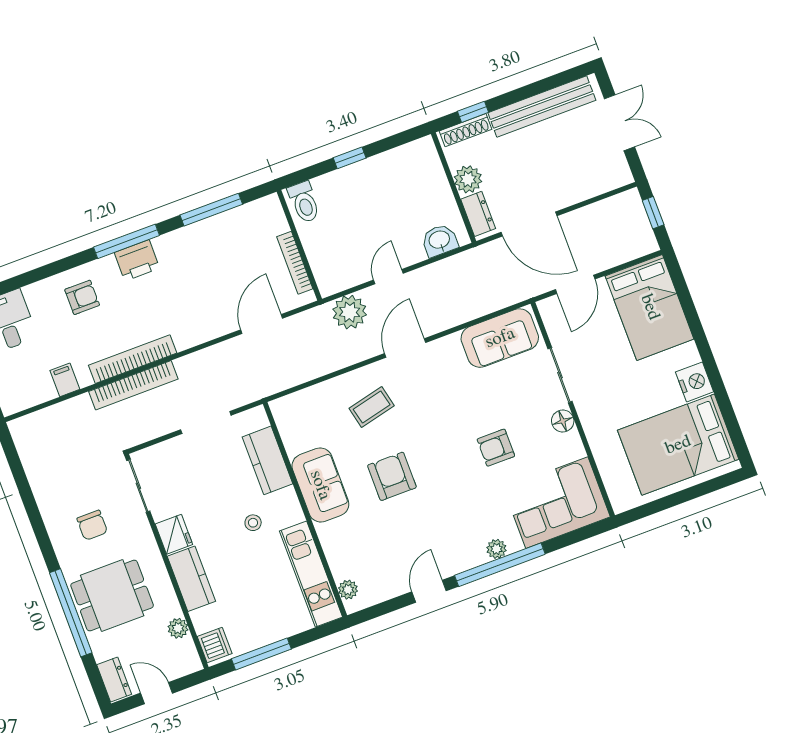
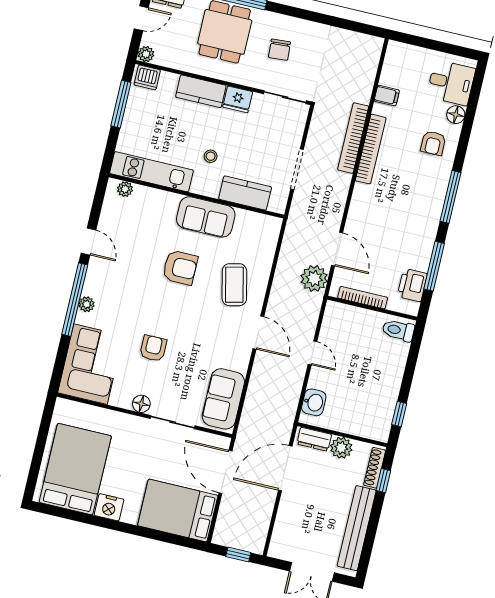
window: (350, 158) -> (399, 414), moved
printer: (137, 260) -> (412, 285), moved
door: (575, 284) -> (225, 472), width x1.36
floor lamp: (36, 294) -> (456, 115), added
plant: (350, 312) -> (314, 278), moved
coffee table: (372, 407) -> (234, 285), width x1.36, depth x1.30
chair: (92, 525) -> (279, 50), turned -94
plant: (178, 628) -> (146, 54), moved

